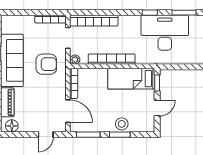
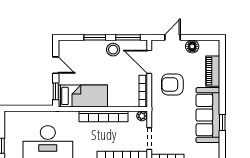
armchair: (46, 64) -> (172, 84), moved
door: (157, 108) -> (56, 65), swing flipped
stool: (122, 124) -> (113, 50), moved
floor lamp: (12, 126) -> (192, 46), moved

